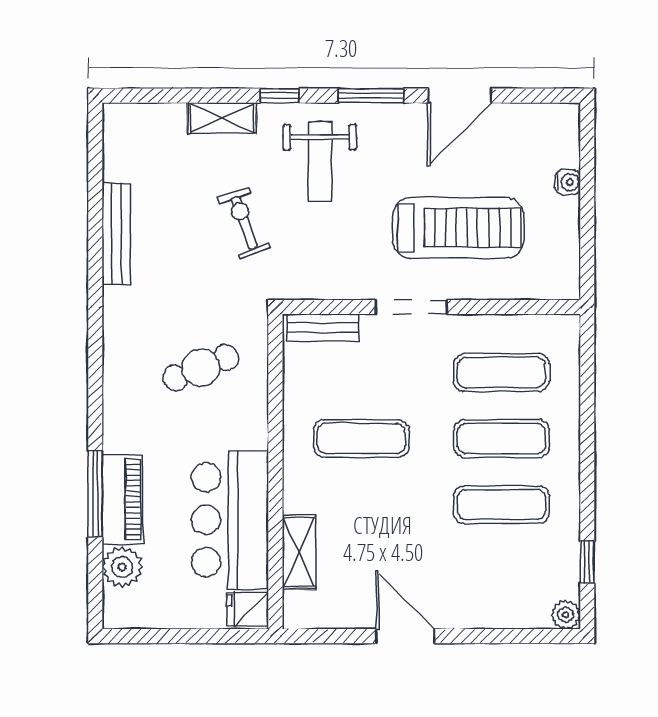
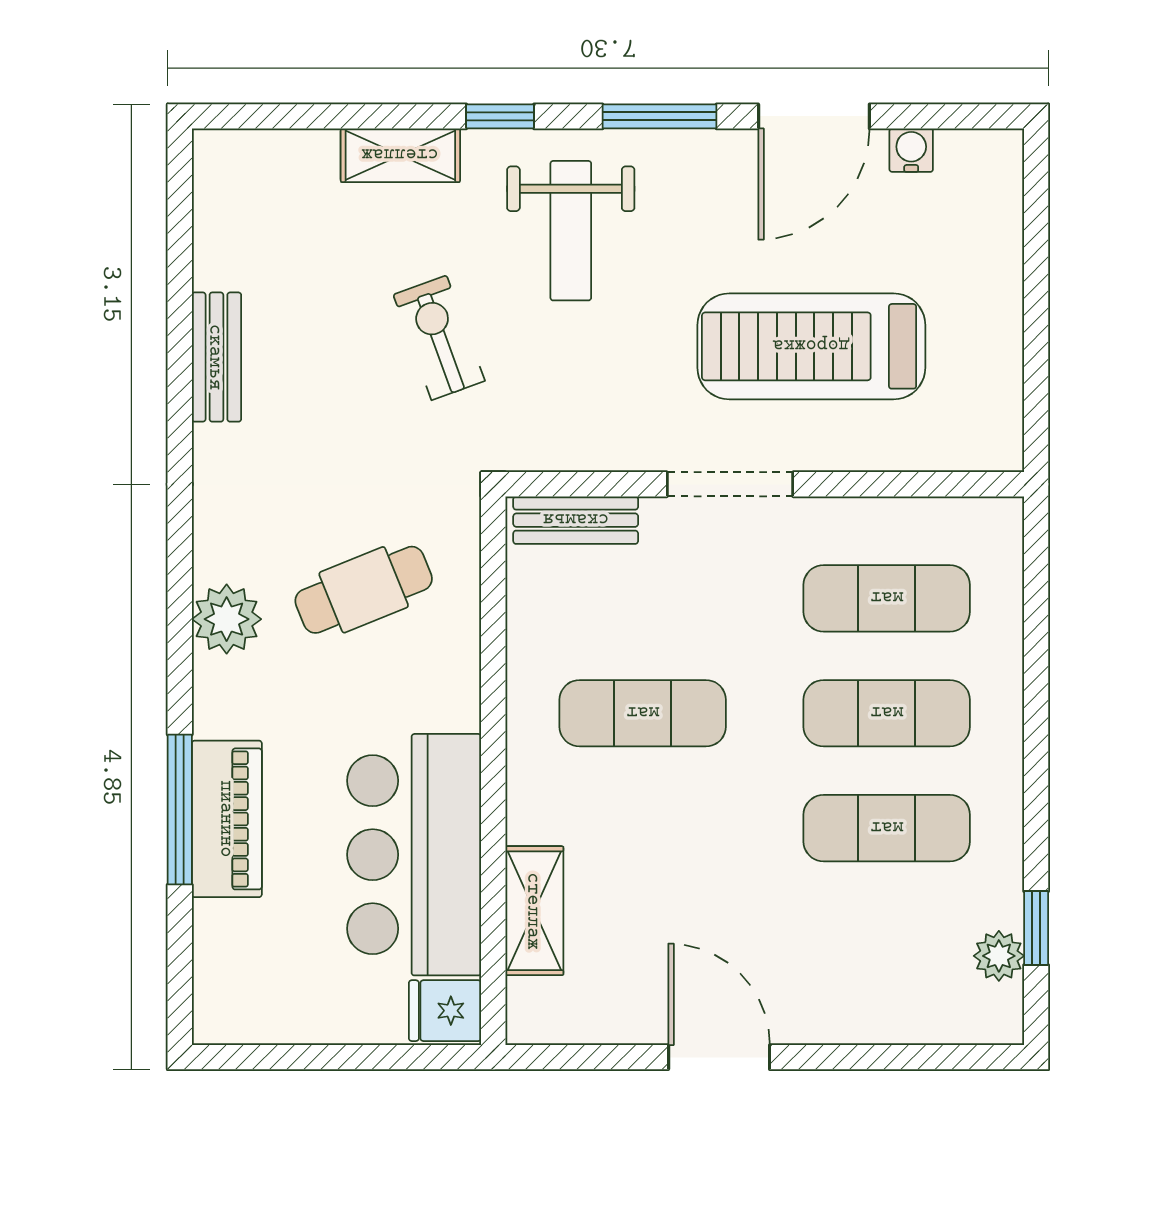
water cooler: (568, 182) -> (911, 150), moved, turned -90
treadmill: (458, 228) -> (811, 346), turned 180
bench: (116, 234) -> (216, 357), width x0.73
plant: (122, 567) -> (227, 619), moved
plant: (566, 615) -> (999, 956), moved

